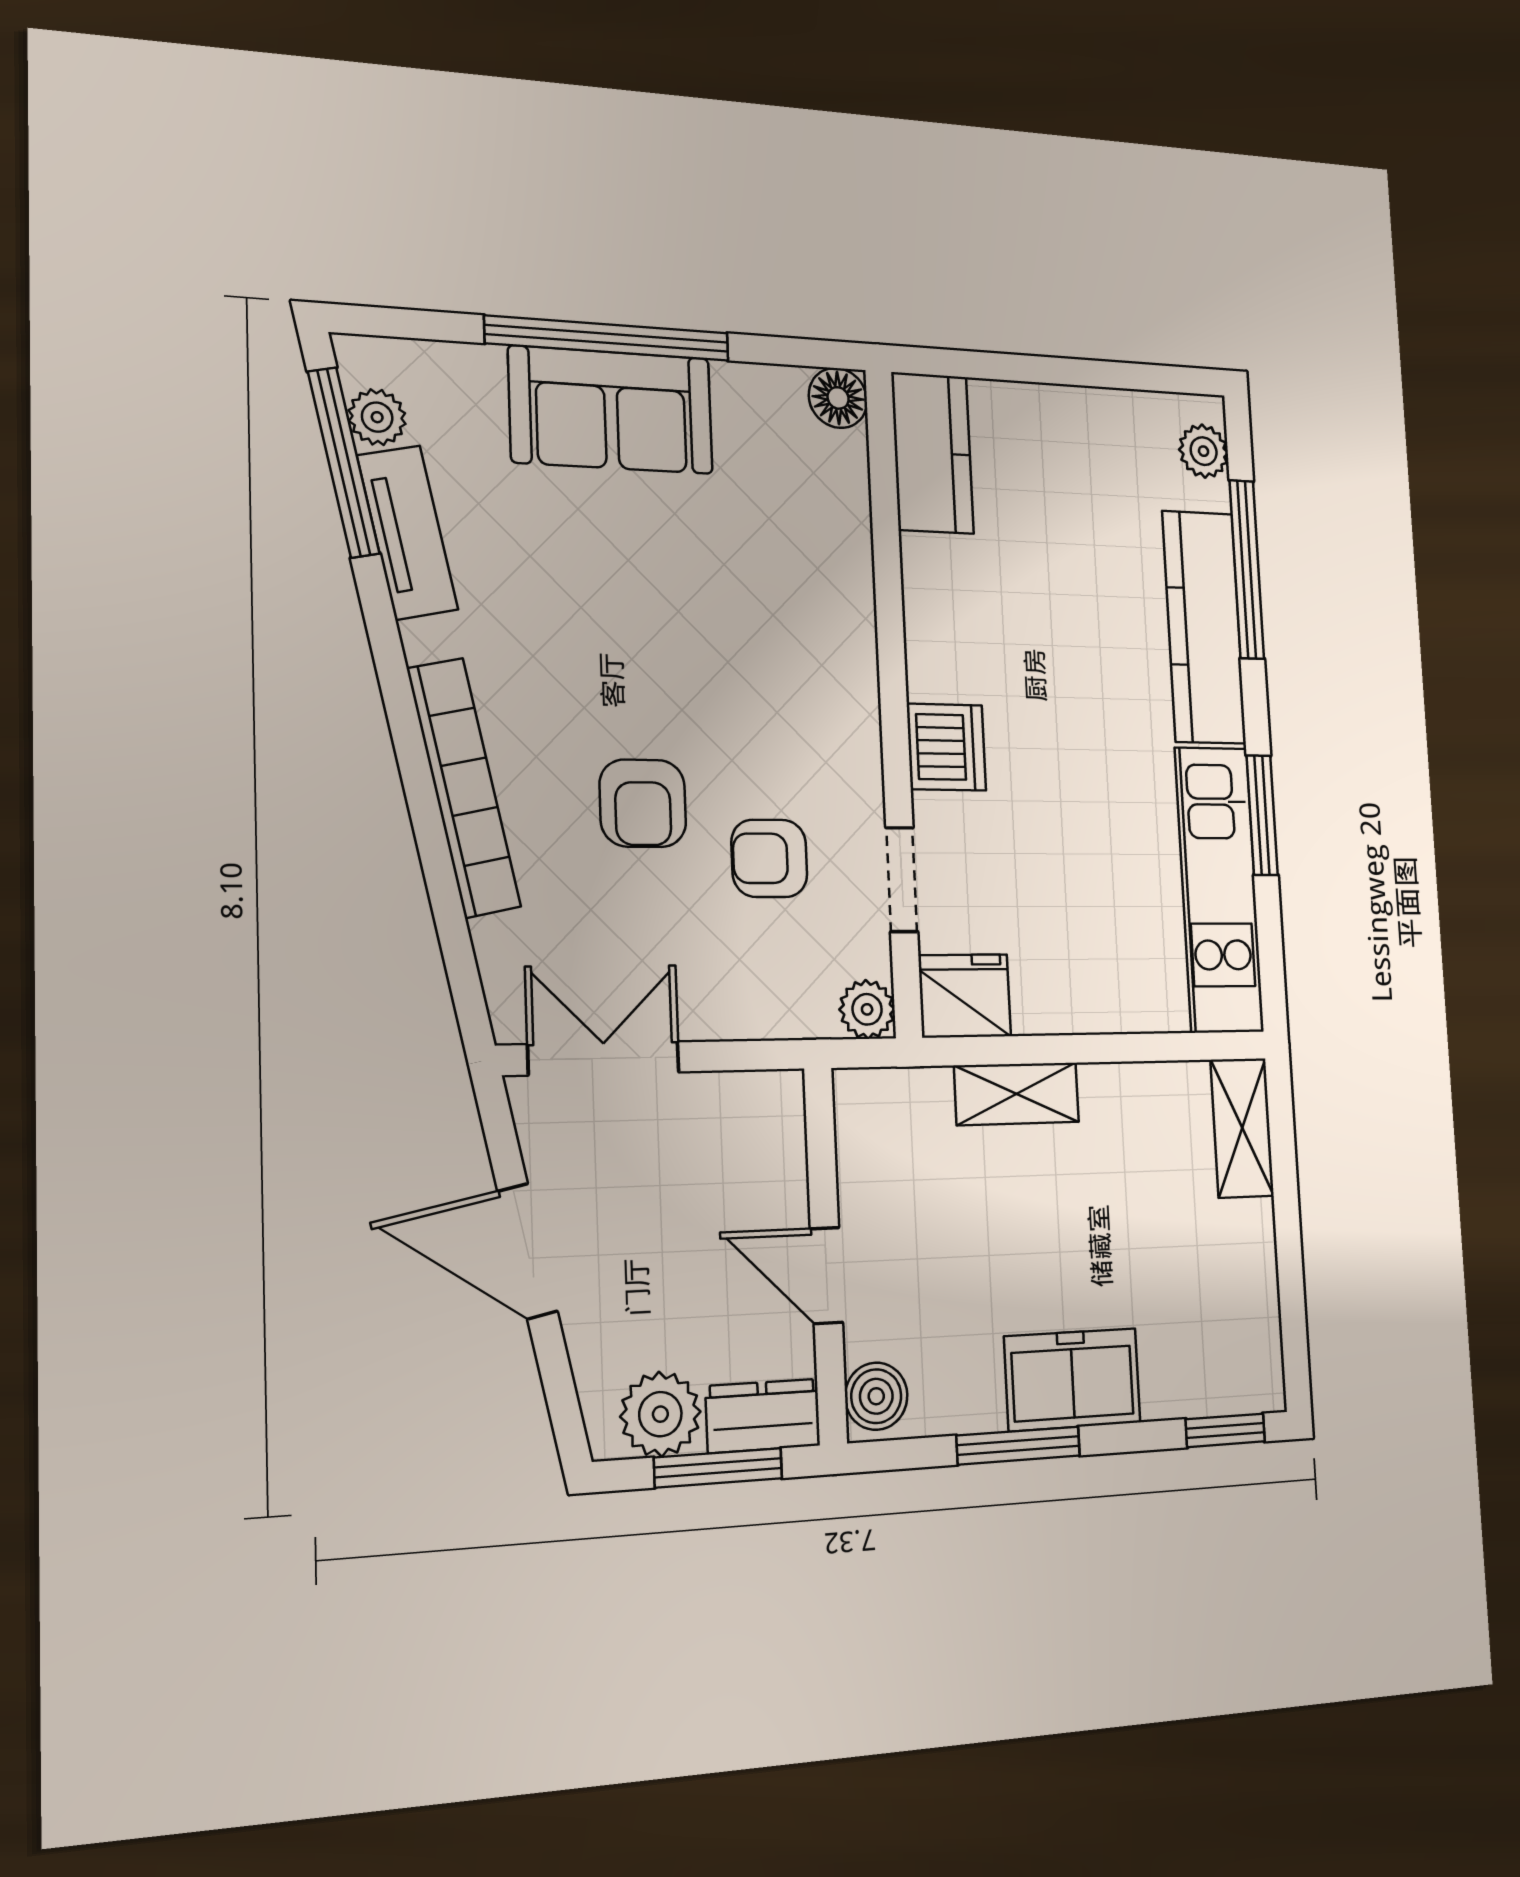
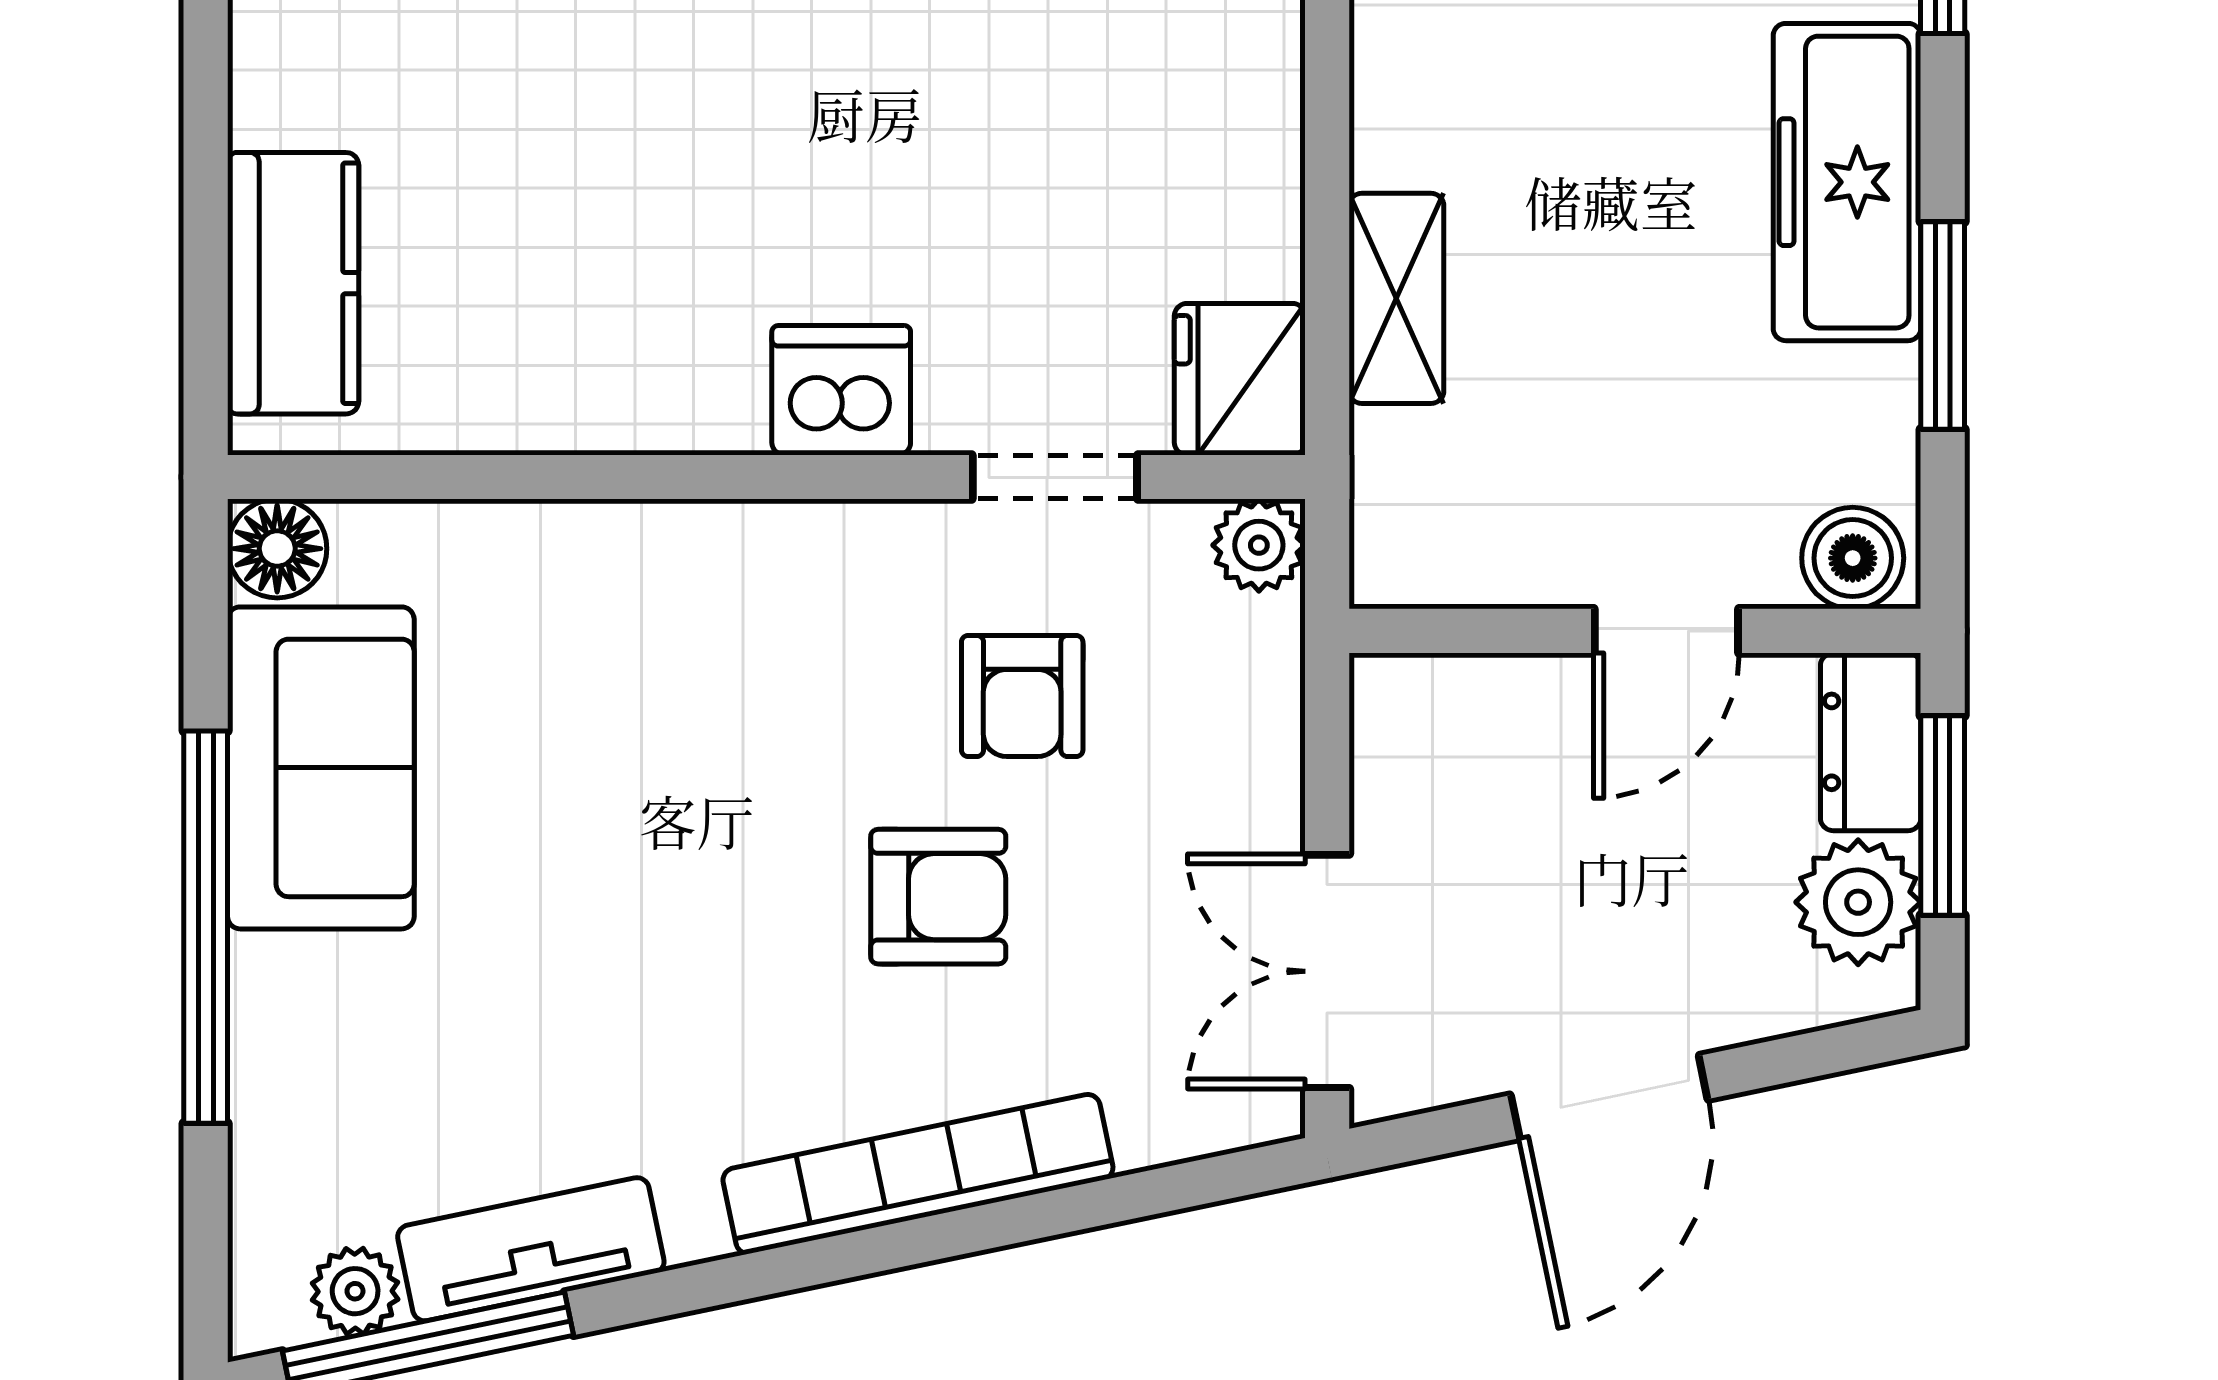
sofa: (611, 410) -> (321, 768), moved
kitchen counter: (932, 453) -> (293, 283), moved, turned 90
freezer: (1072, 1380) -> (1847, 182), width x1.40

